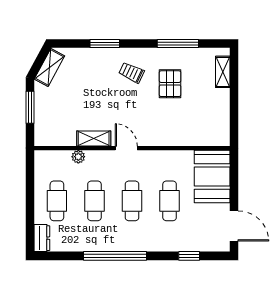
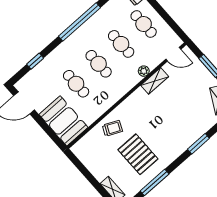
trolley: (131, 73) -> (112, 128), moved
pallet: (170, 84) -> (138, 154), width x1.50, depth x1.42
door: (126, 148) -> (173, 54), moved
plant: (78, 157) -> (144, 71), moved

